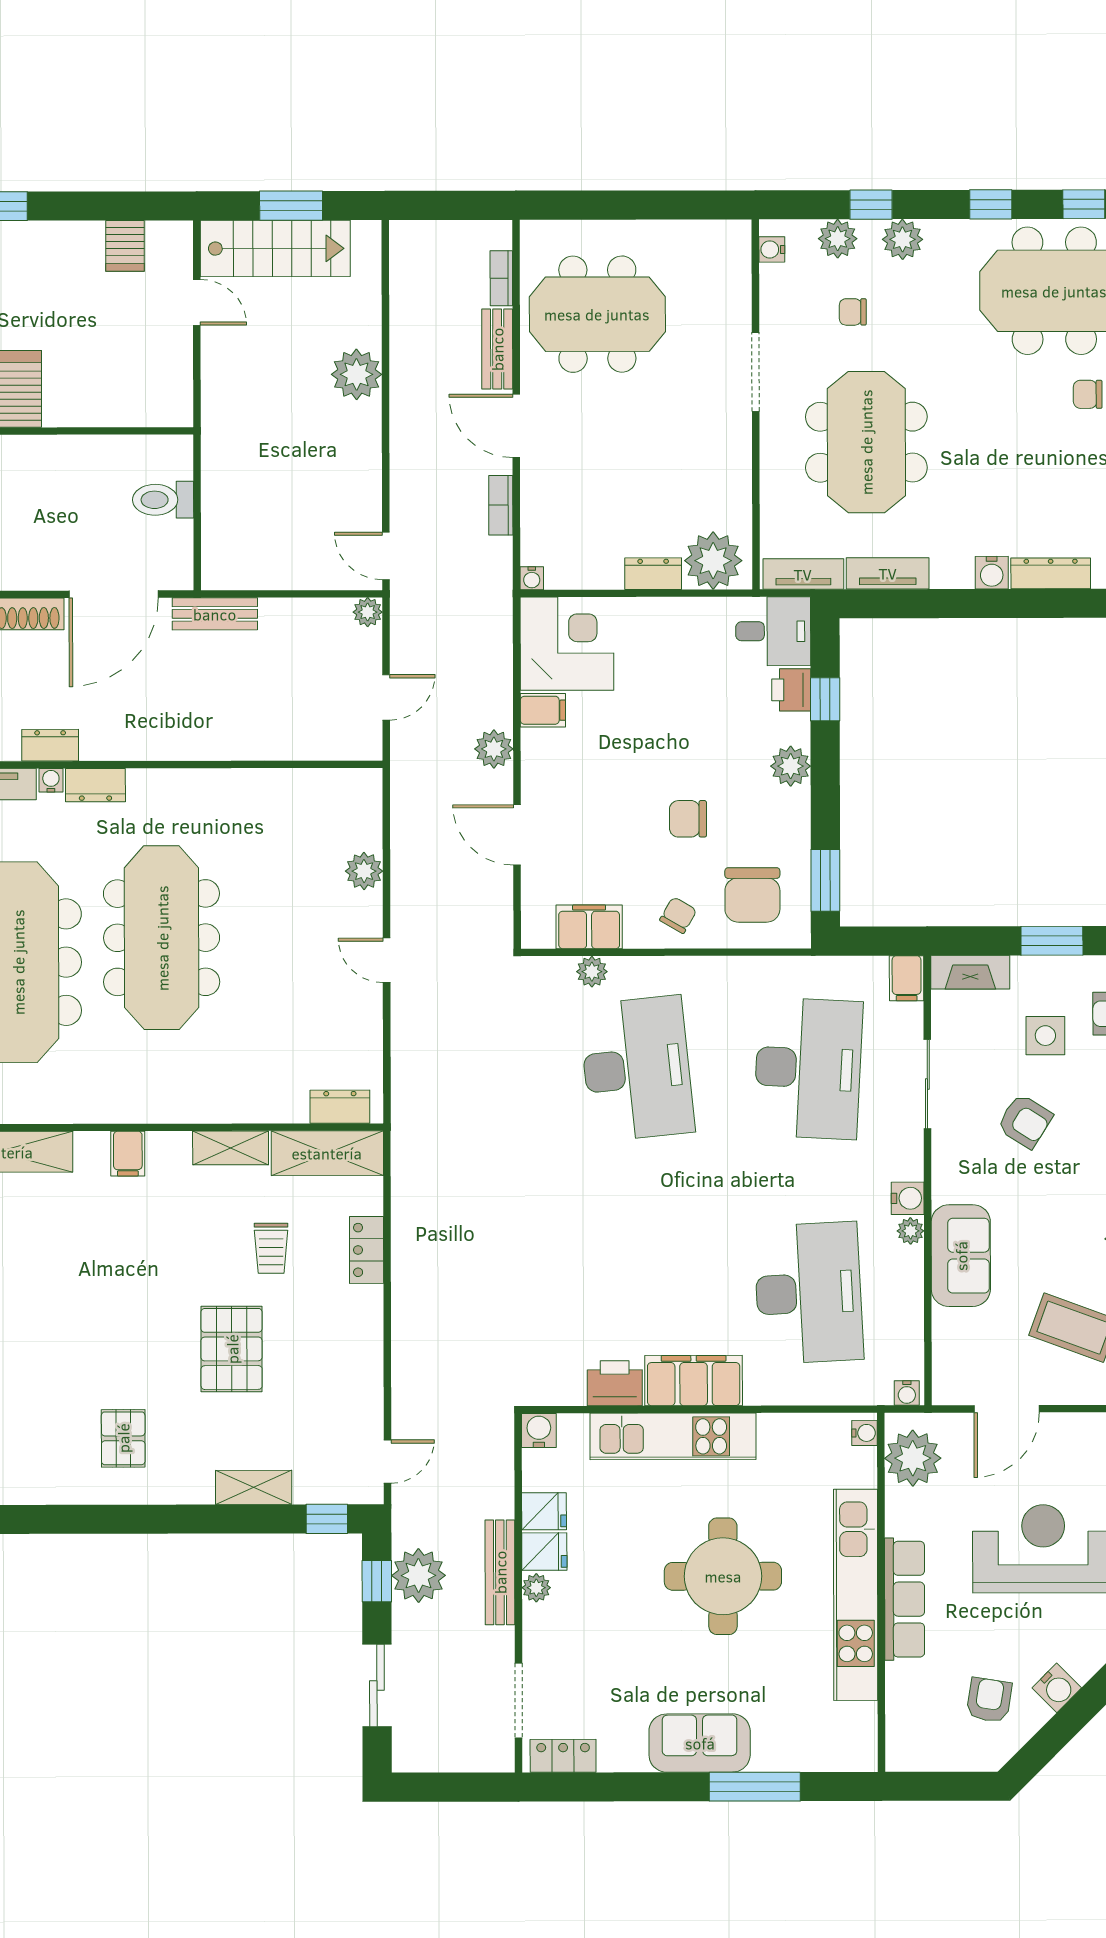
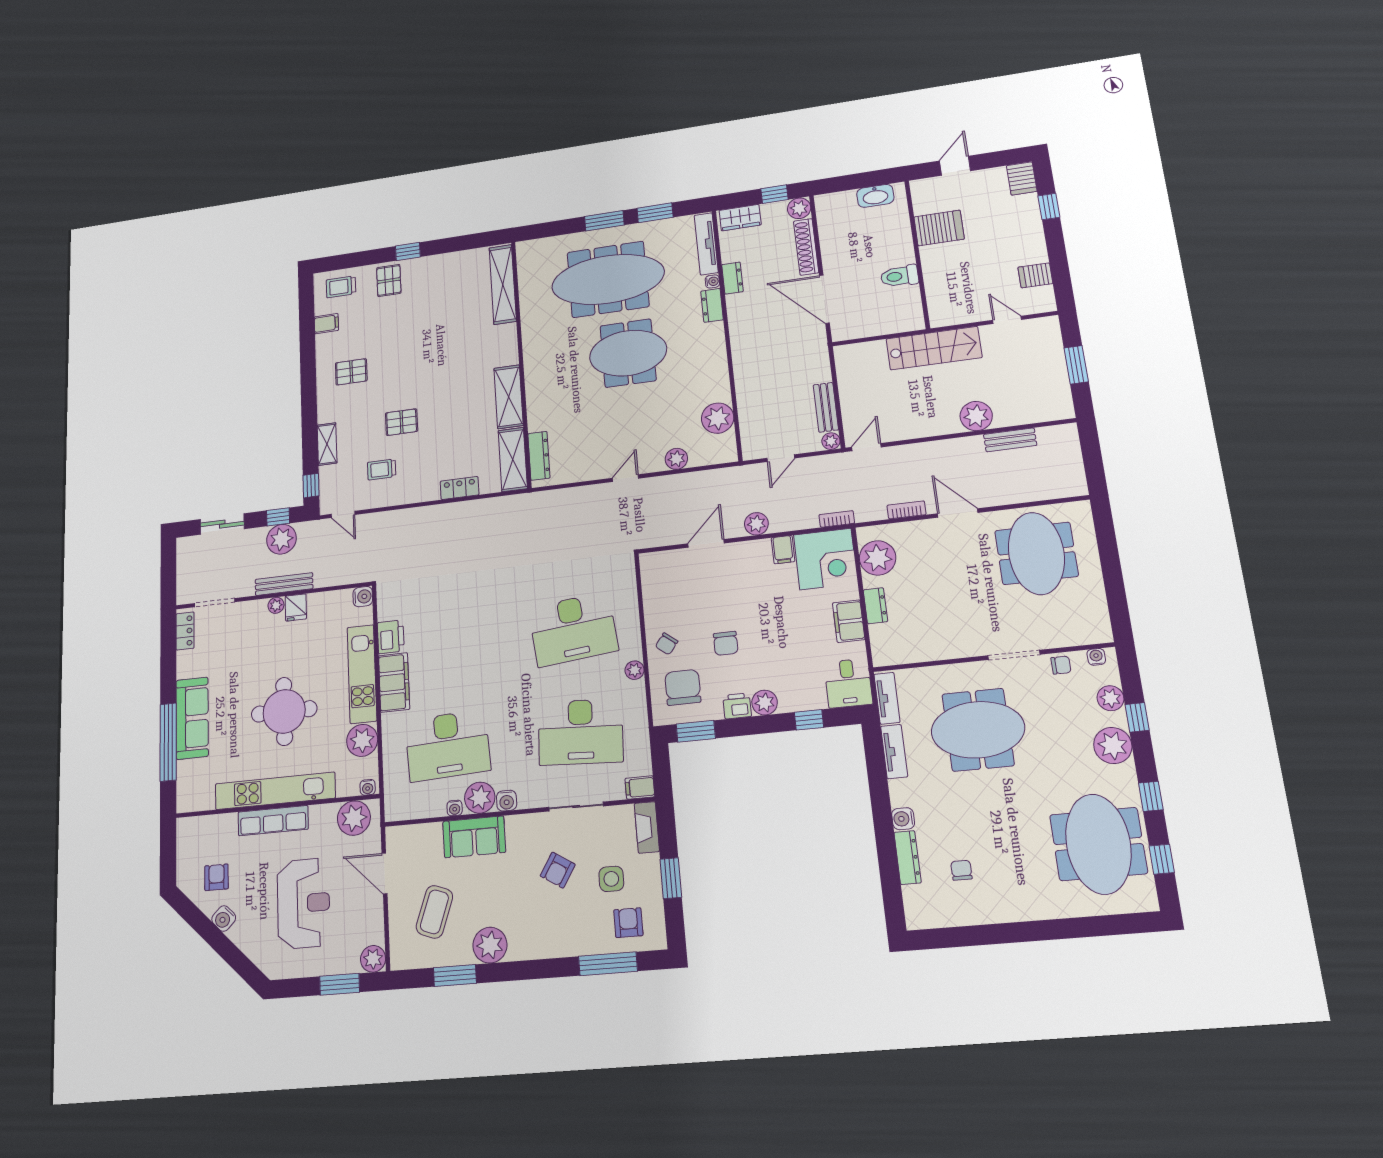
plant: (902, 239) -> (1113, 746), width x1.36, depth x1.36
stairs: (275, 248) -> (934, 348), moved, turned -90
bookcase: (501, 278) -> (837, 519), moved
door: (197, 302) -> (1007, 320), swing flipped
chair: (853, 312) -> (1061, 665), moved, turned 90
bench: (497, 349) -> (1010, 440), moved
chair: (1088, 394) -> (961, 870), moved
door: (516, 426) -> (958, 513), hinge flipped
toilet: (163, 500) -> (899, 276), moved, turned -90
plant: (713, 561) -> (878, 558), moved
water cooler: (532, 578) -> (863, 534), removed
bench: (215, 614) -> (826, 407), moved
printer: (791, 690) -> (737, 706), moved
door: (386, 697) -> (781, 458), hinge flipped
plant: (301, 795) -> (718, 418), added
chair: (688, 819) -> (726, 643), turned 180
chair: (752, 895) -> (683, 687), turned 90
chair: (678, 915) -> (667, 644), turned 98
filing cabinet: (589, 927) -> (849, 621), moved, turned 180
meeting table: (162, 938) -> (628, 353), width x0.73
plant: (592, 972) -> (635, 670), moved
dresser: (340, 1107) -> (539, 456), width x1.44
shelving: (231, 1148) -> (509, 397), width x1.50, depth x1.33
filing cabinet: (128, 1154) -> (326, 324), moved, turned 180
plant: (910, 1231) -> (480, 798), width x1.88, depth x1.88
trolley: (271, 1248) -> (382, 469), moved
pallet: (232, 1349) -> (401, 422), width x0.67, depth x0.71
water cooler: (907, 1393) -> (455, 808), moved, turned -90
plant: (786, 1440) -> (362, 740), added
fridge: (544, 1511) -> (318, 605), removed
armchair: (989, 1700) -> (216, 877), turned -99
sofa: (700, 1743) -> (192, 718), width x1.36
window: (755, 1787) -> (168, 742), width x1.46

